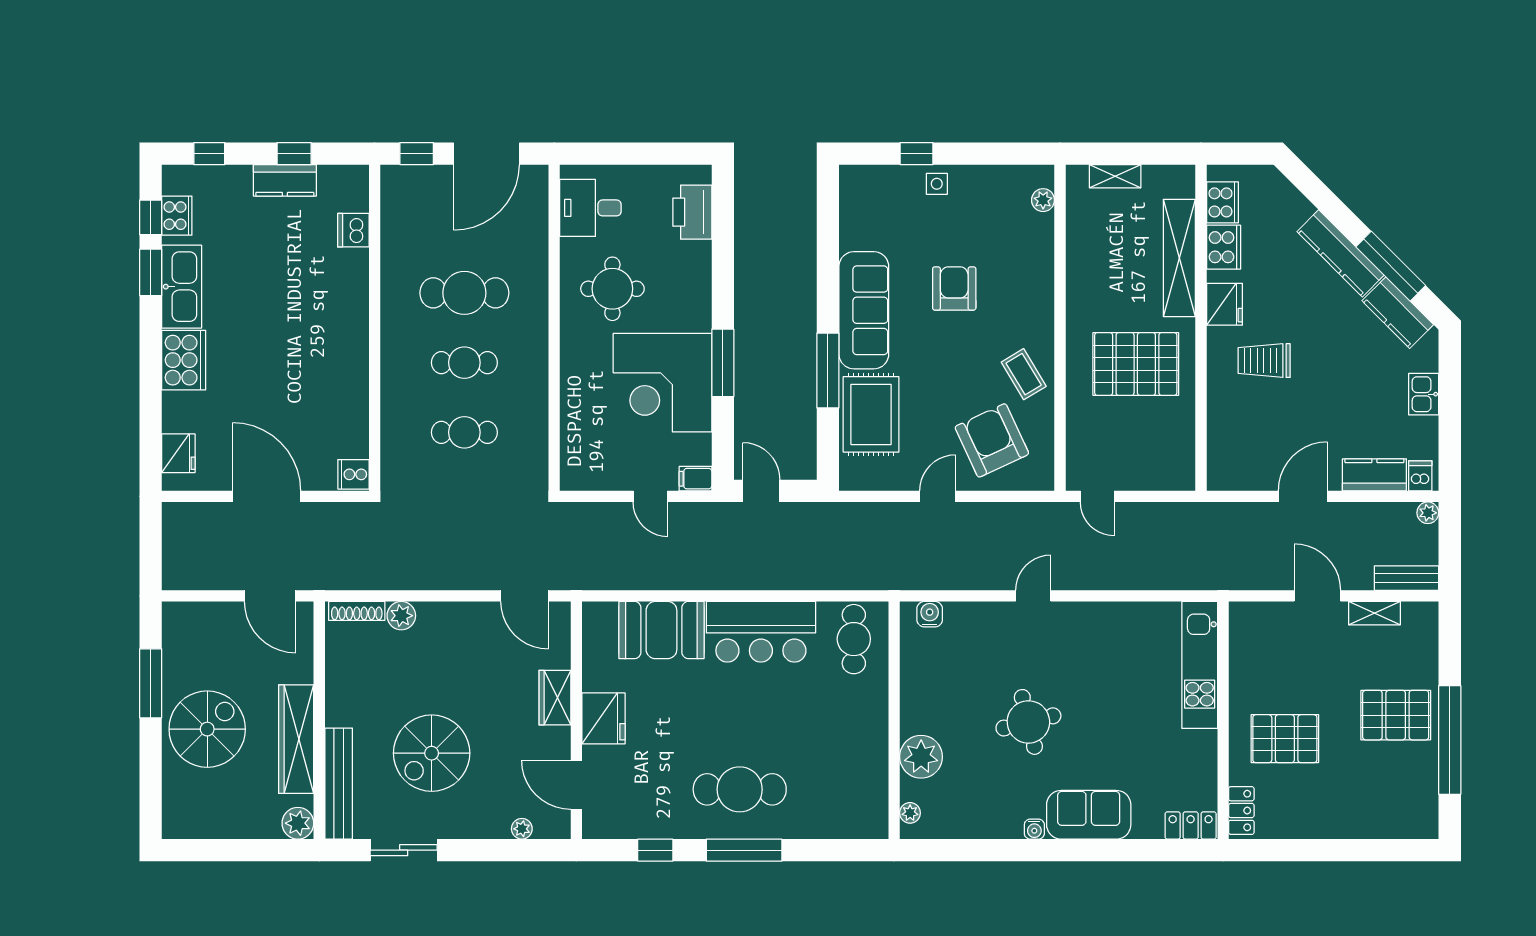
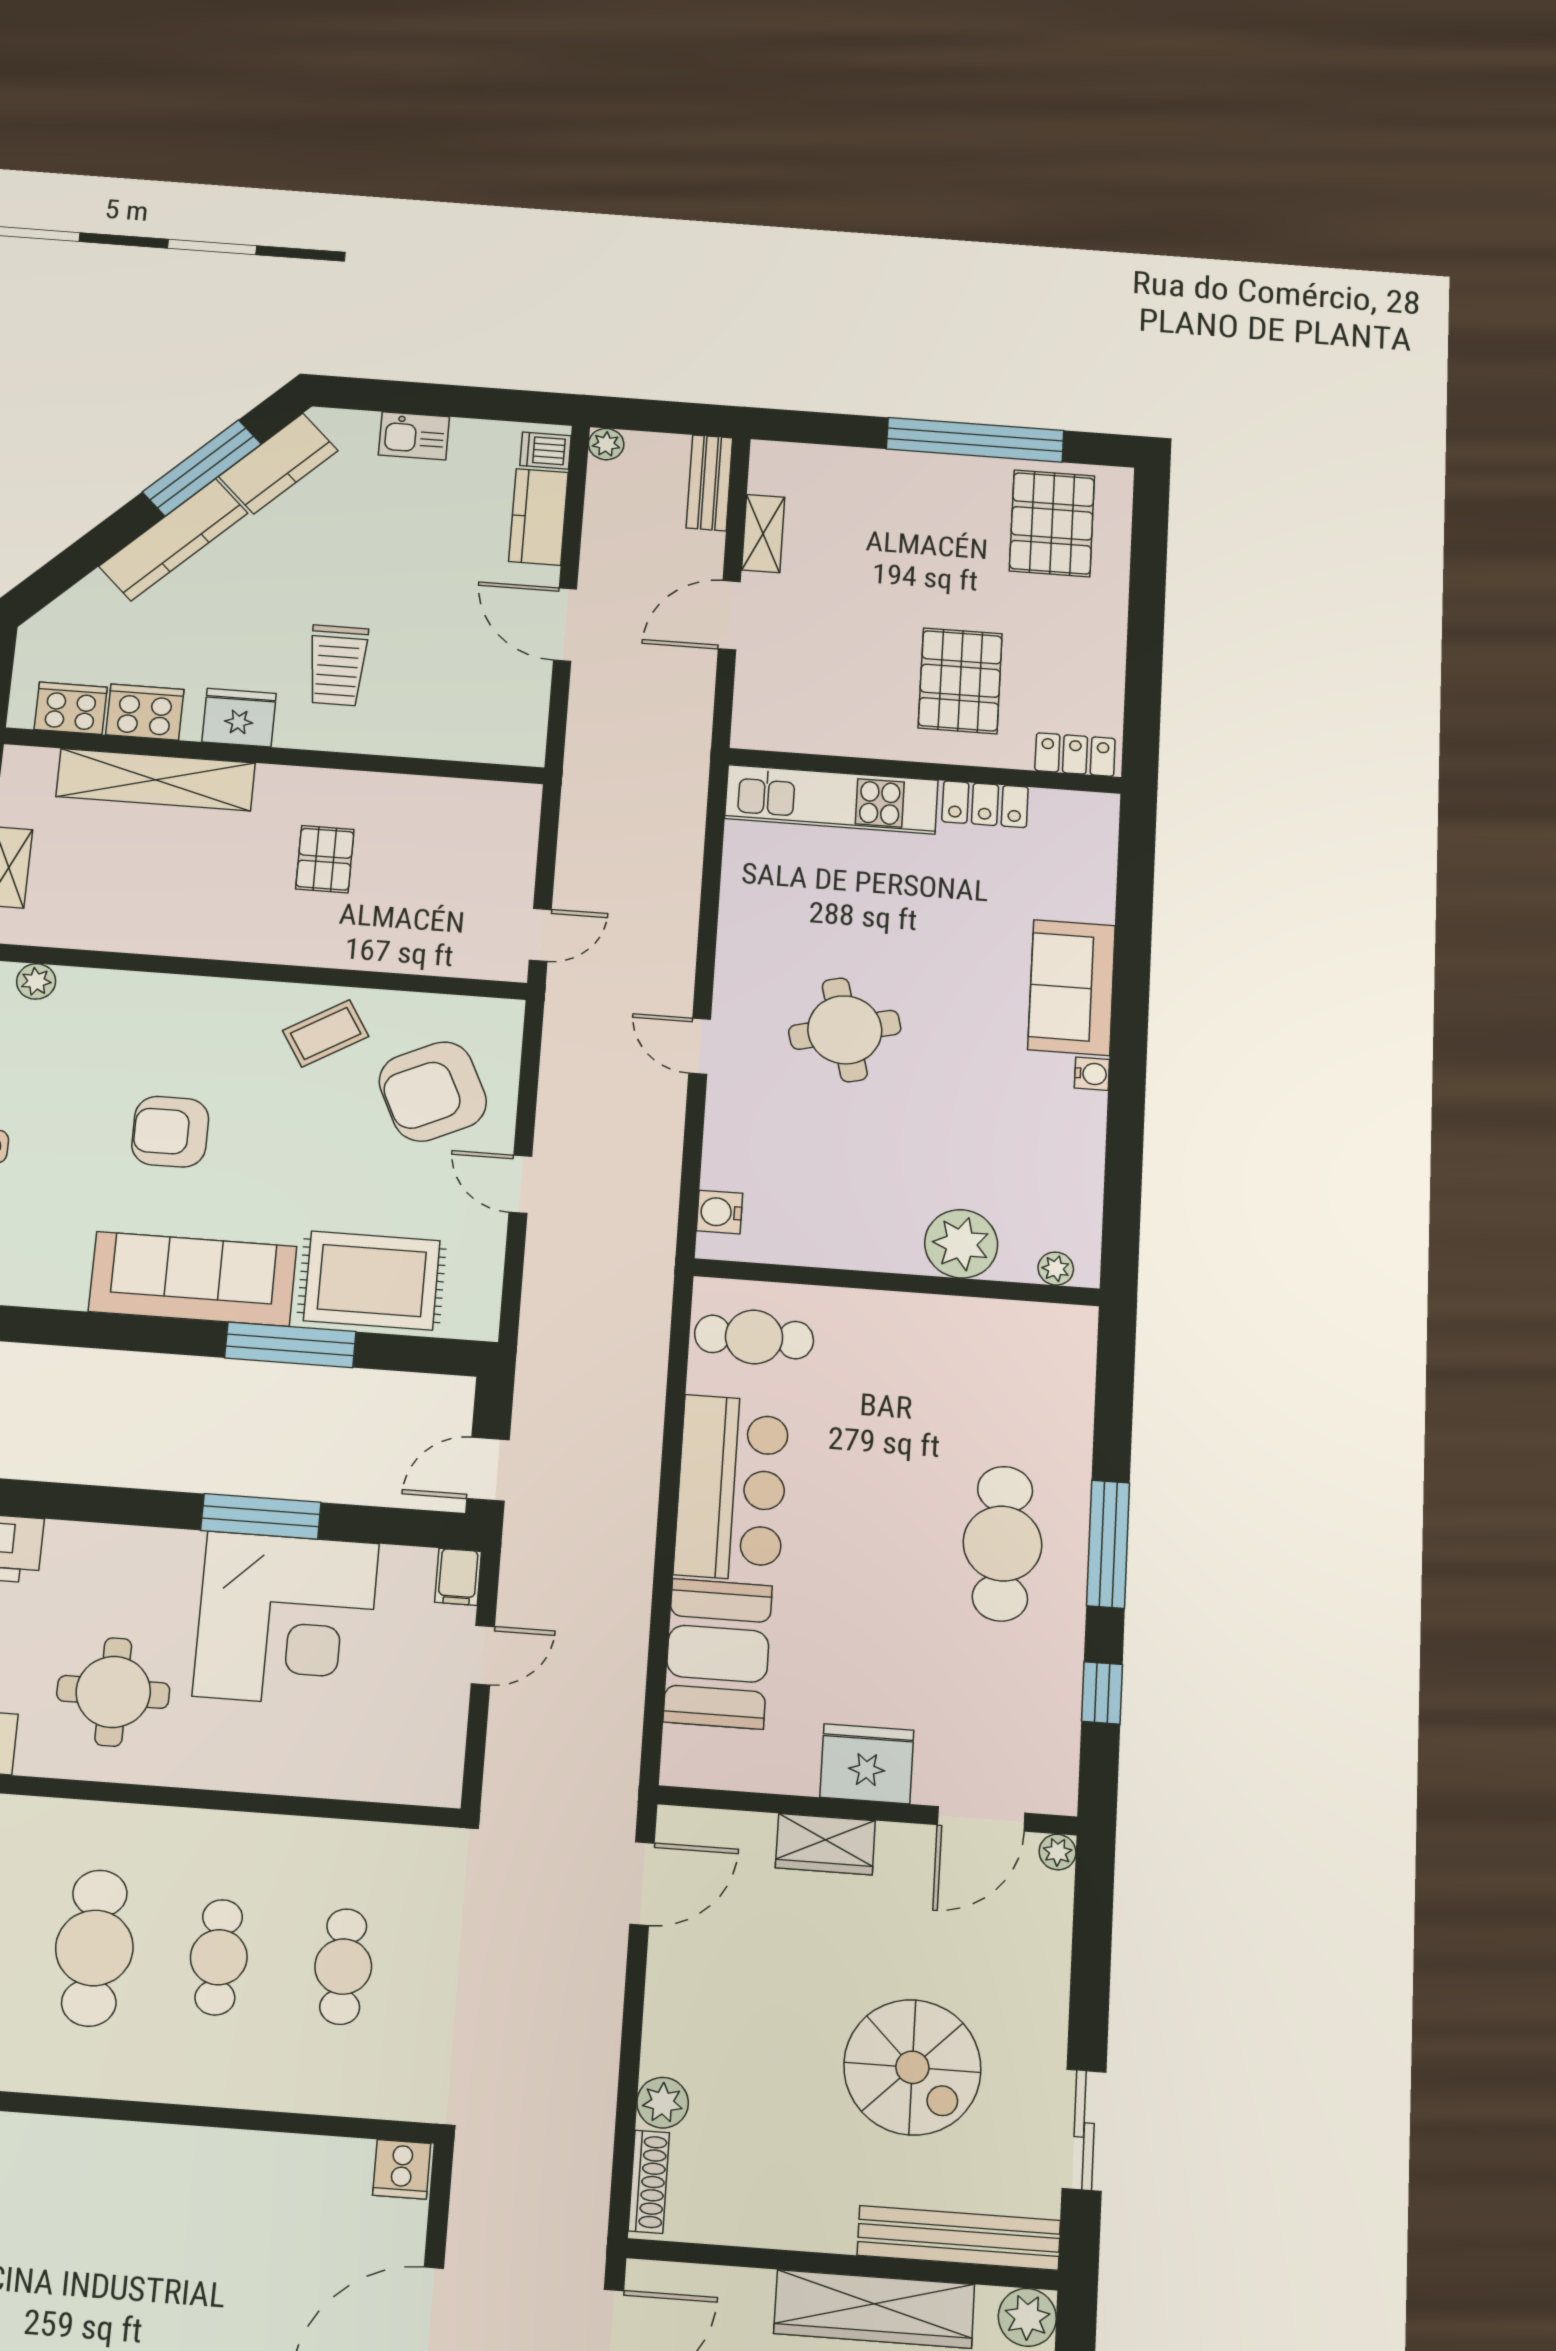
pallet: (1136, 364) -> (325, 859), width x0.49, depth x0.50
pallet: (1396, 715) -> (1052, 523), moved
round table: (1028, 722) -> (845, 1030), moved
locker: (1191, 825) -> (985, 804), moved, turned -90
plant: (522, 829) -> (1058, 1852), moved

